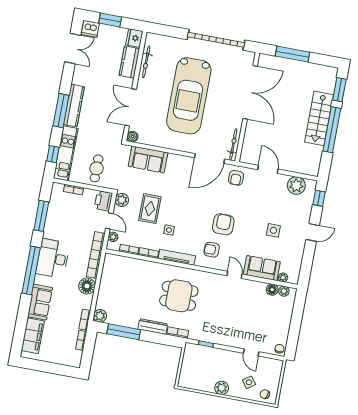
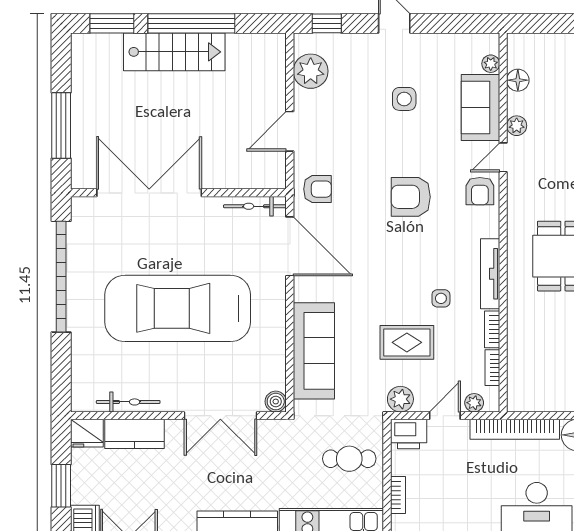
car: (189, 96) -> (178, 308), turned 180
sofa: (148, 160) -> (314, 351), width x1.36
armchair: (212, 250) -> (480, 191), moved
plant: (284, 291) -> (517, 126), moved

